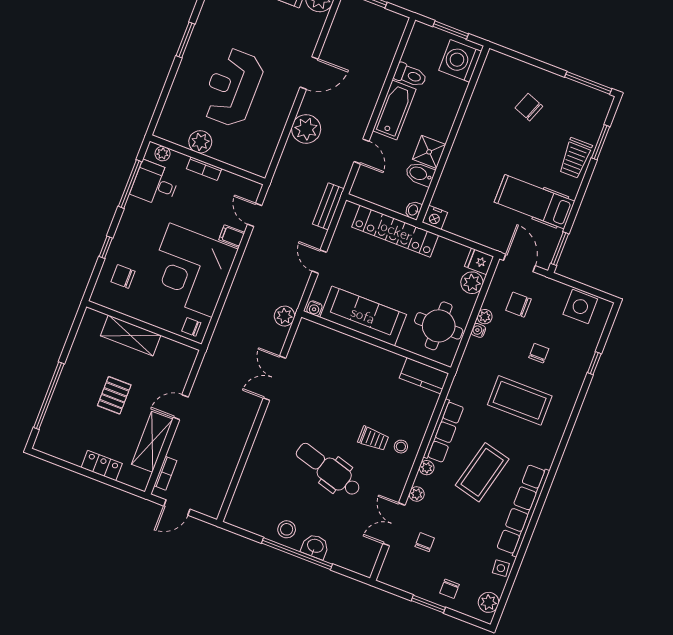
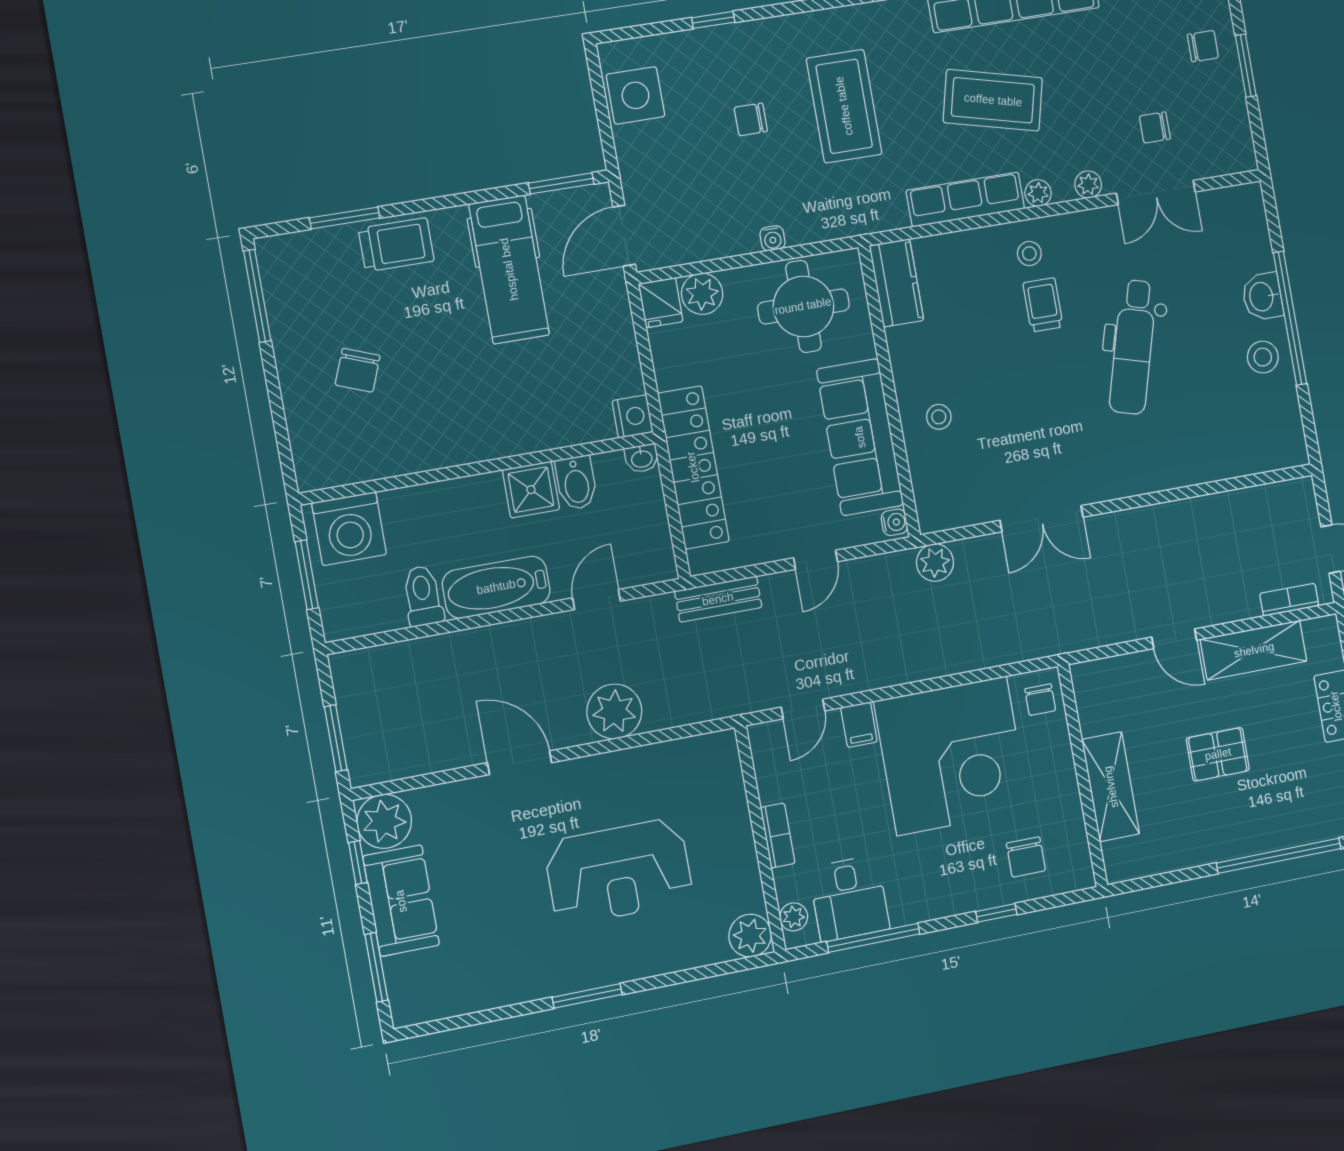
plant: (200, 142) -> (750, 936), moved
chair: (519, 305) -> (692, 198), removed
plant: (485, 317) -> (744, 241), removed
stool: (351, 358) -> (939, 417), added

